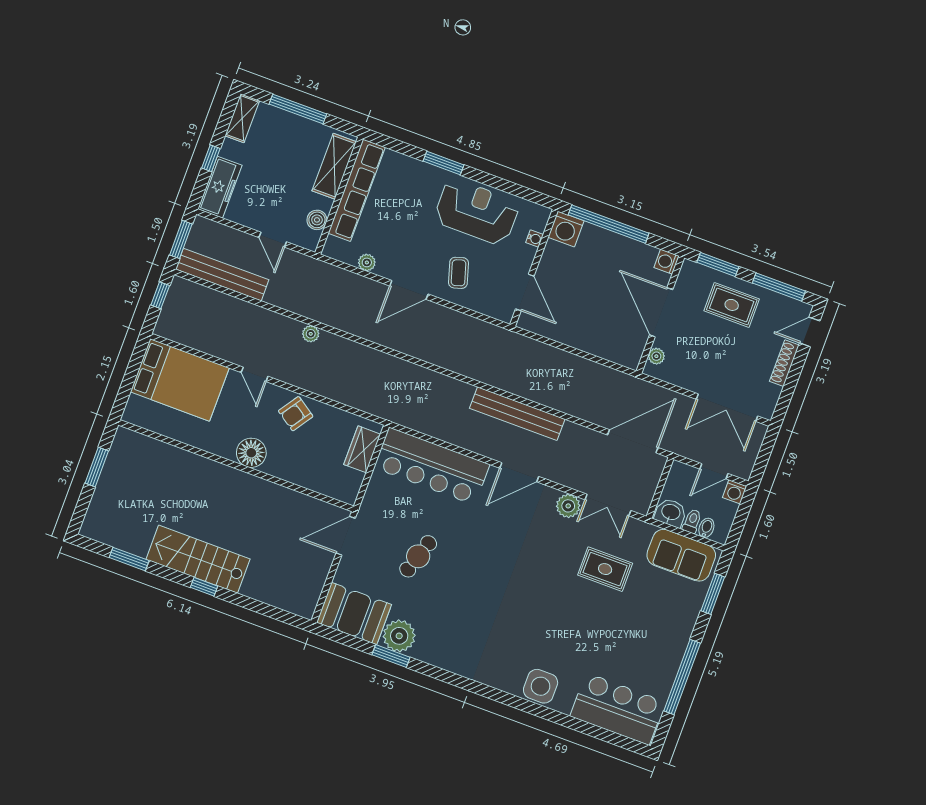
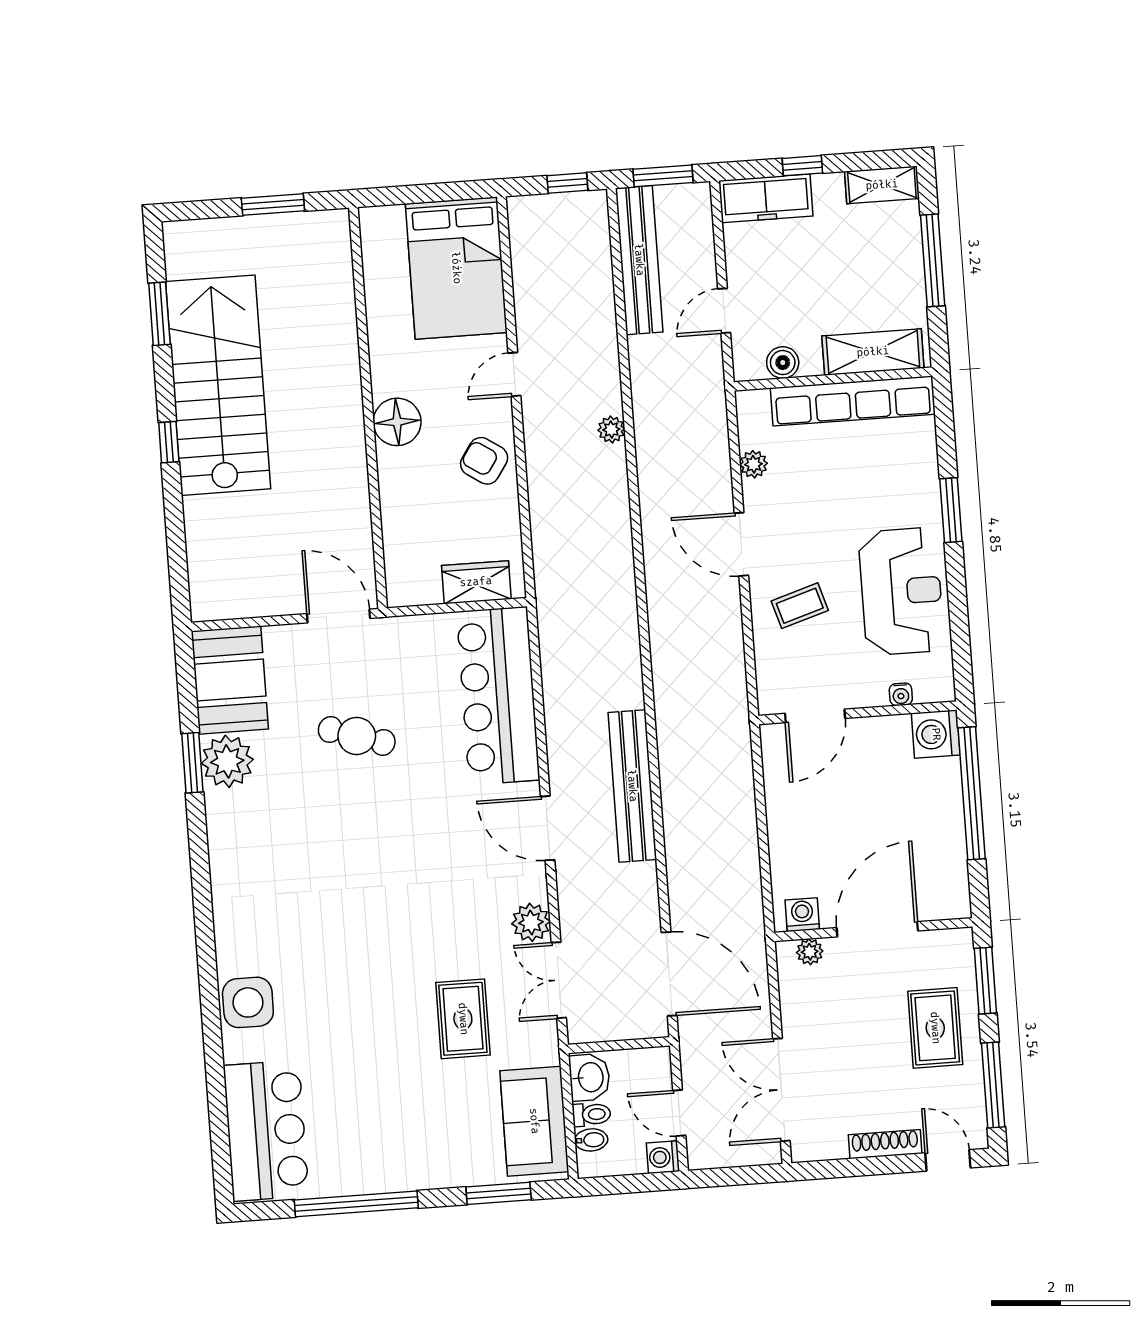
washing machine: (667, 262) -> (802, 915), moved
stairs: (198, 559) -> (218, 385), width x1.36, depth x1.51

